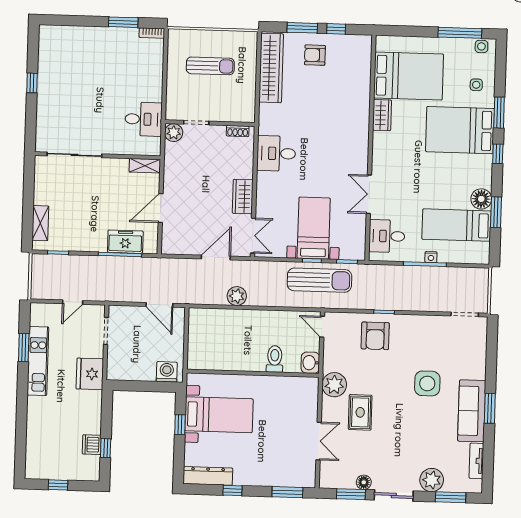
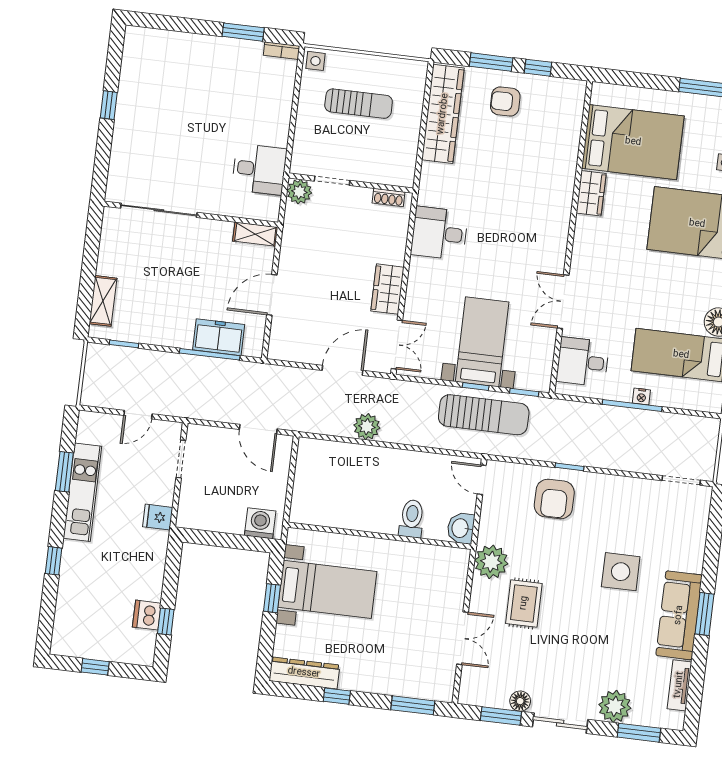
side table: (177, 38) -> (315, 61), added
fridge: (90, 374) -> (158, 517), width x0.53, depth x0.75
window: (22, 412) -> (54, 561), added

